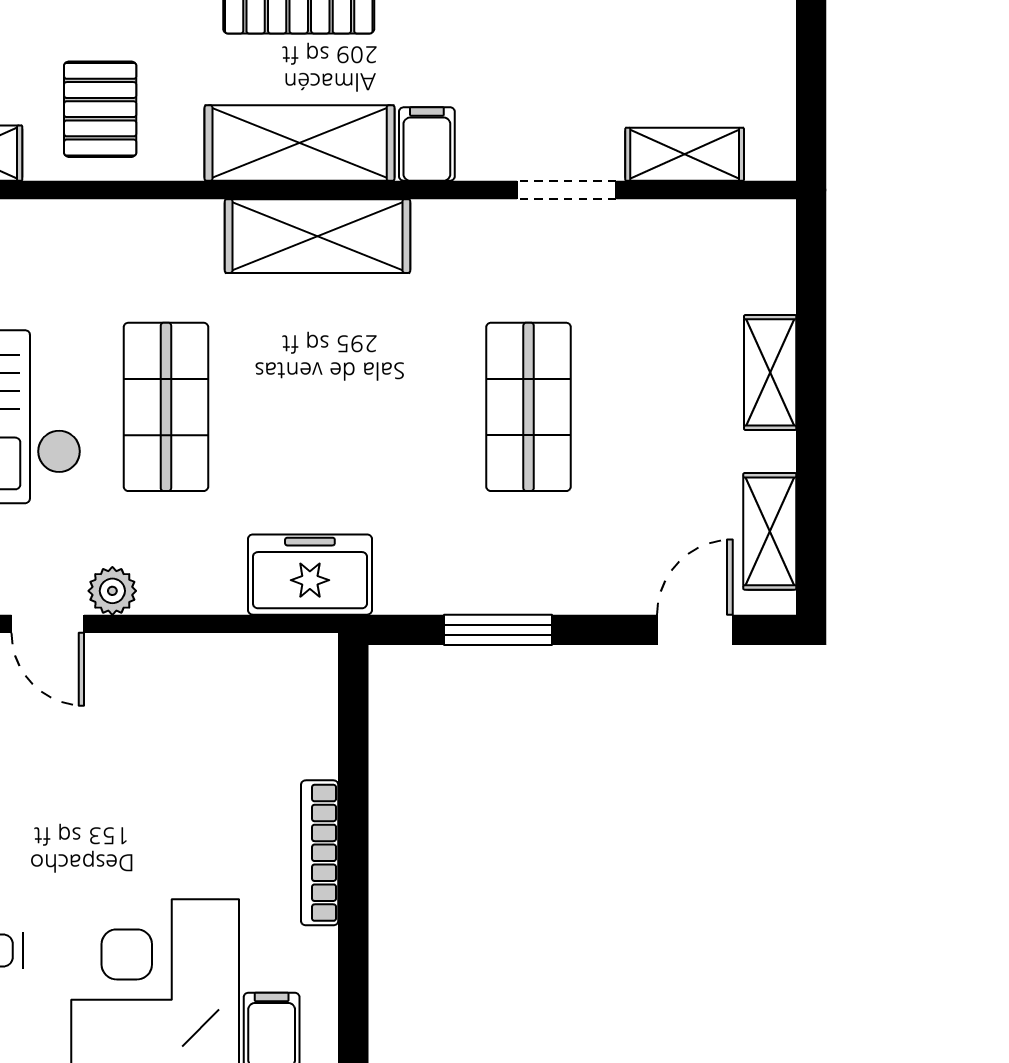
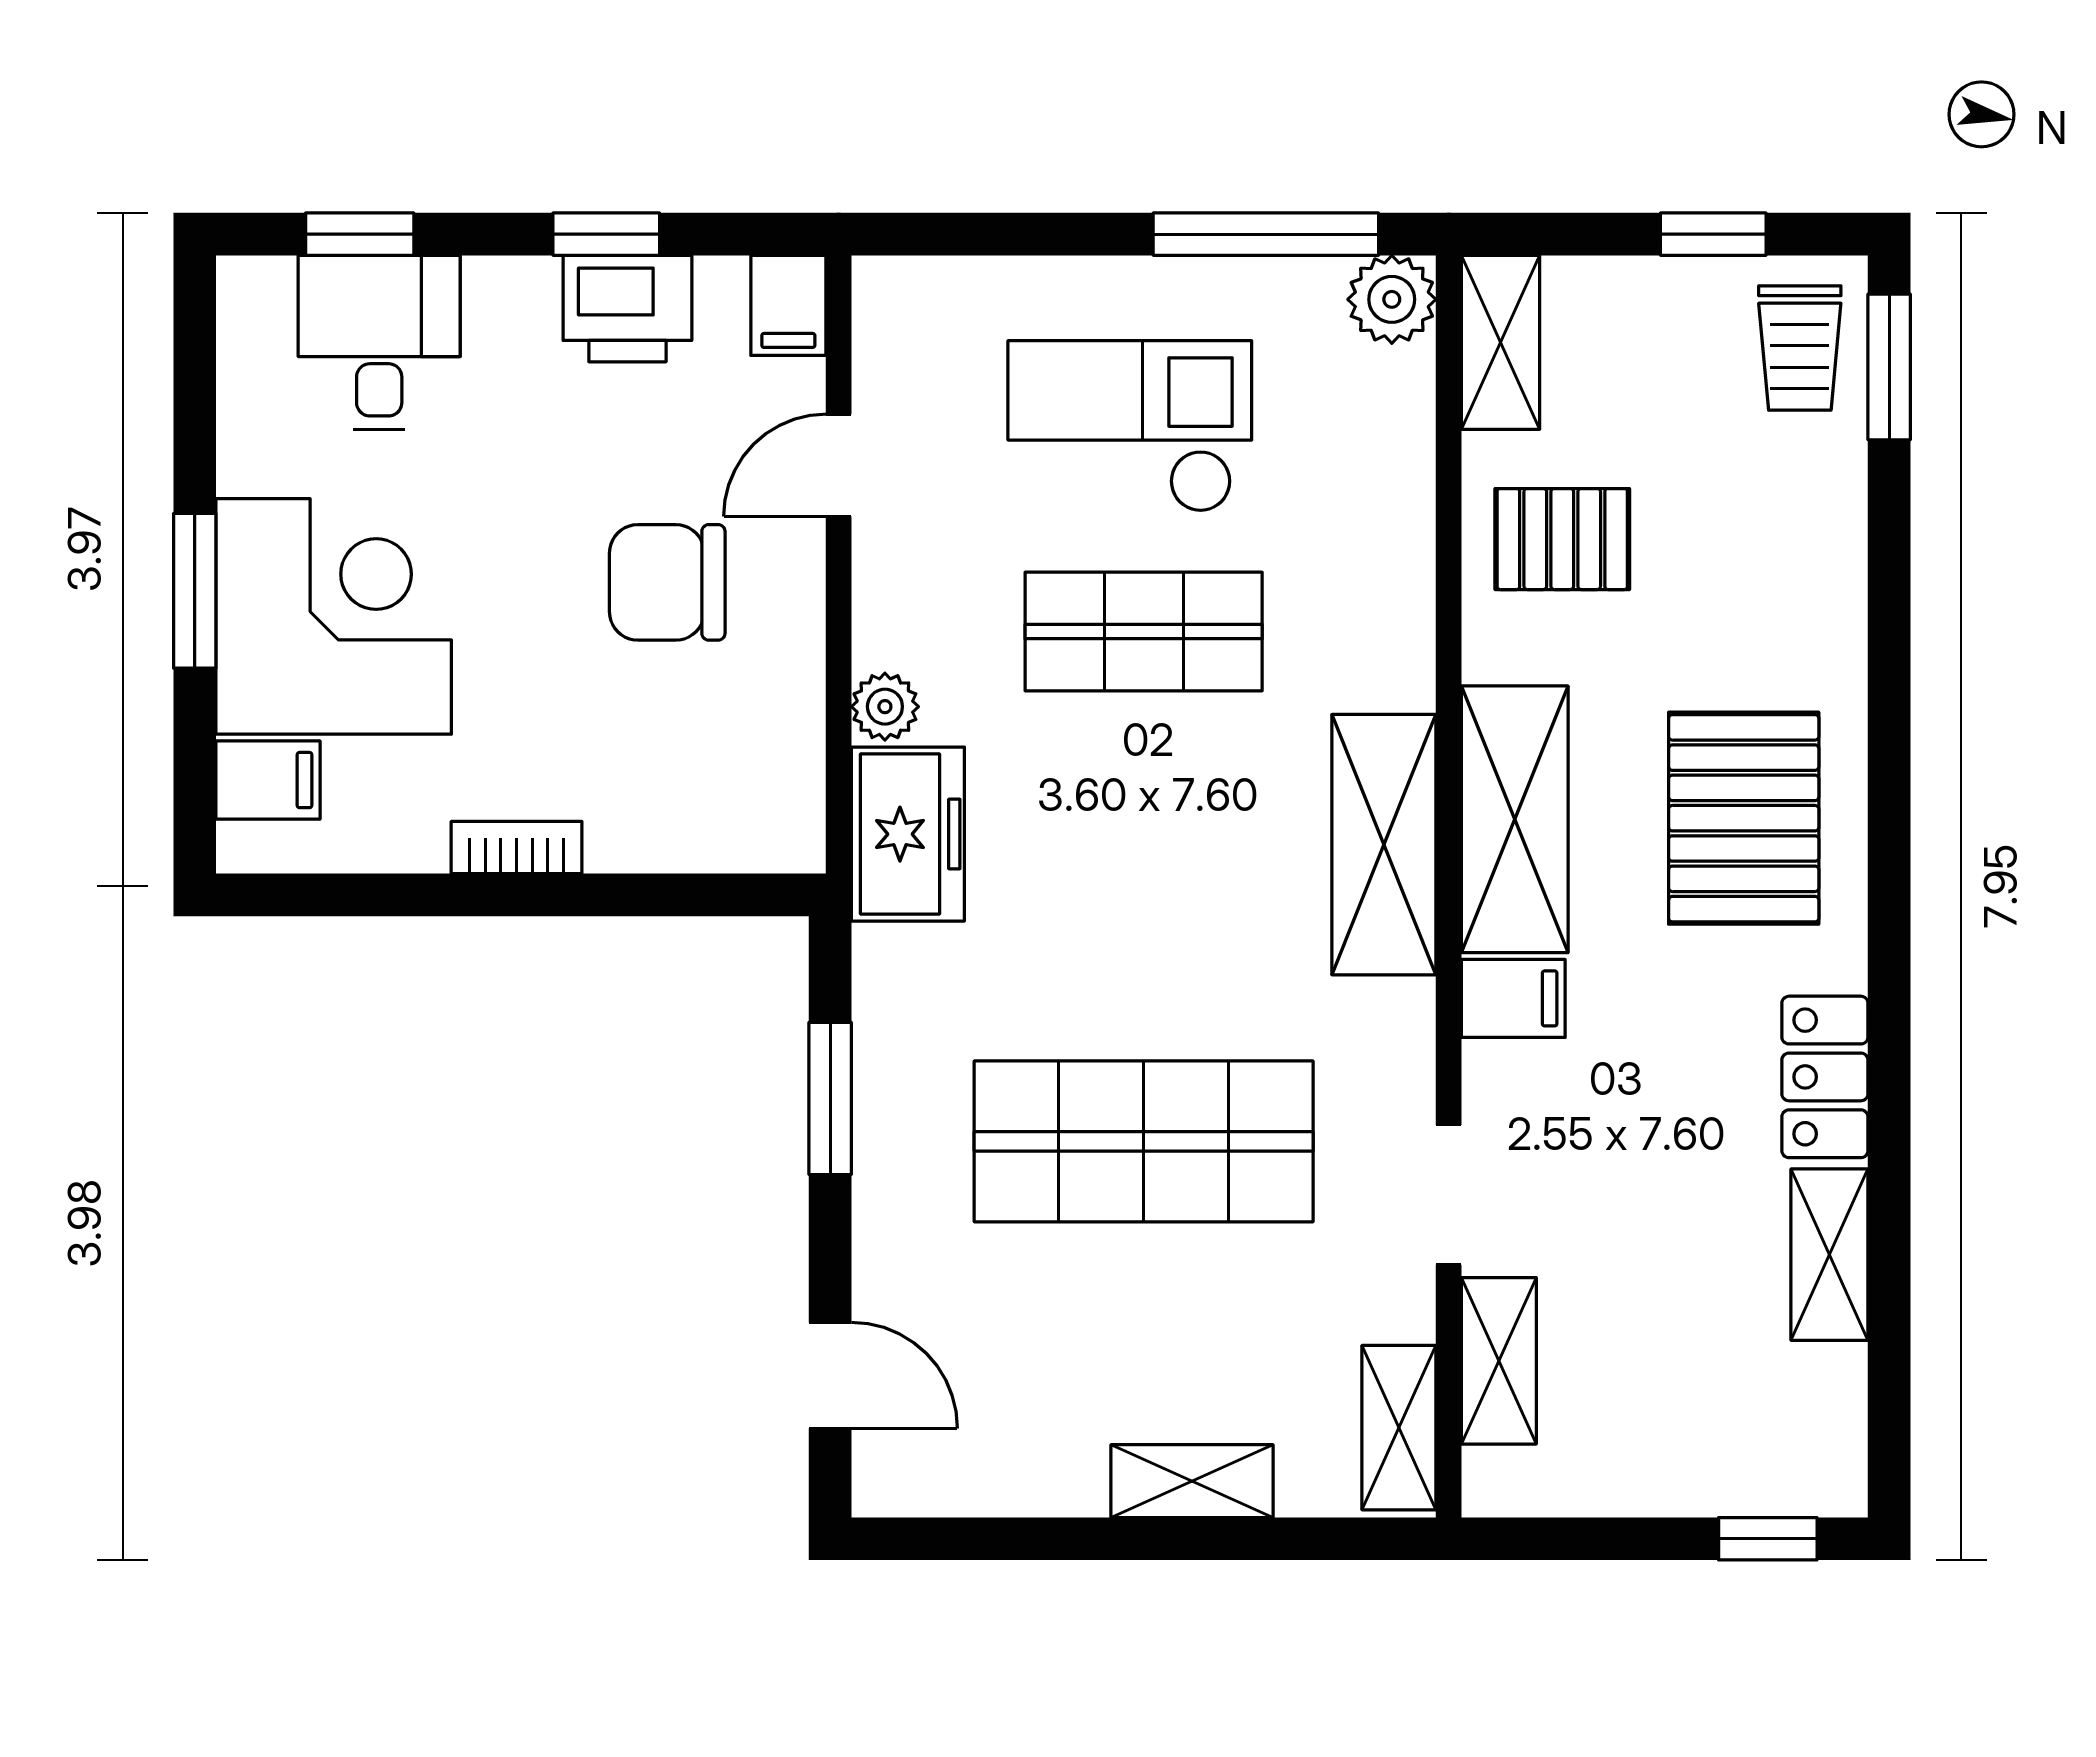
shop shelf: (529, 407) -> (1144, 1141), width x1.43, depth x1.36
shelving: (770, 531) -> (1399, 1428), moved, turned 90
plant: (112, 591) -> (885, 707), moved
chair: (131, 746) -> (667, 582), added
bookcase: (320, 853) -> (517, 848), width x0.64

